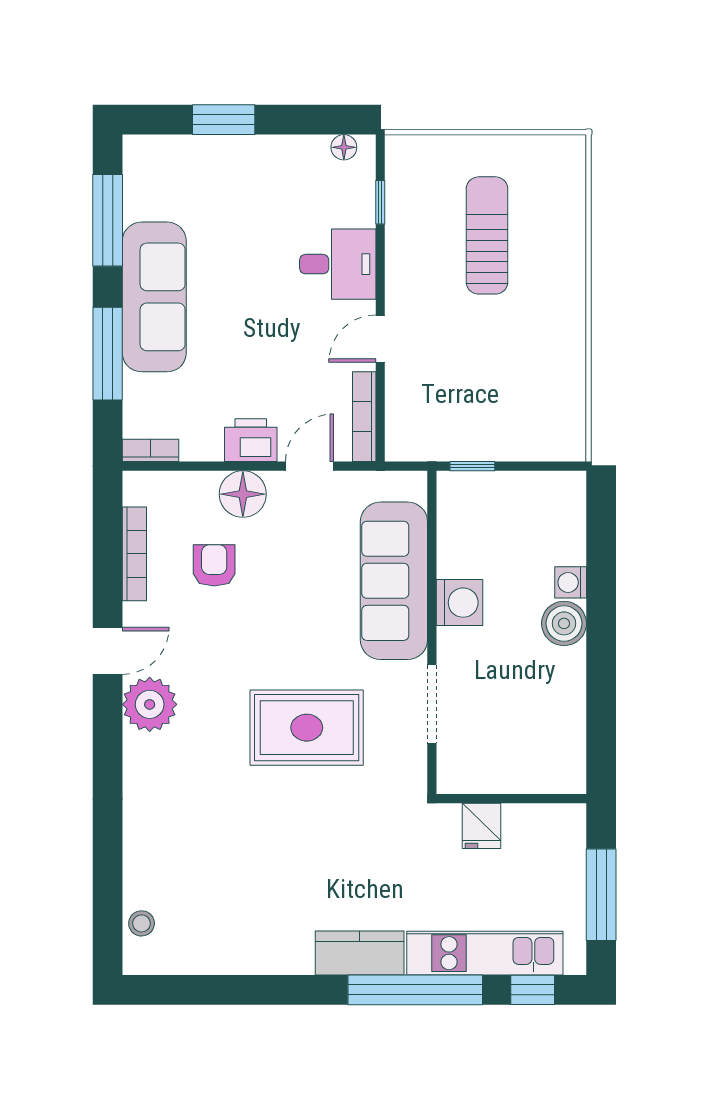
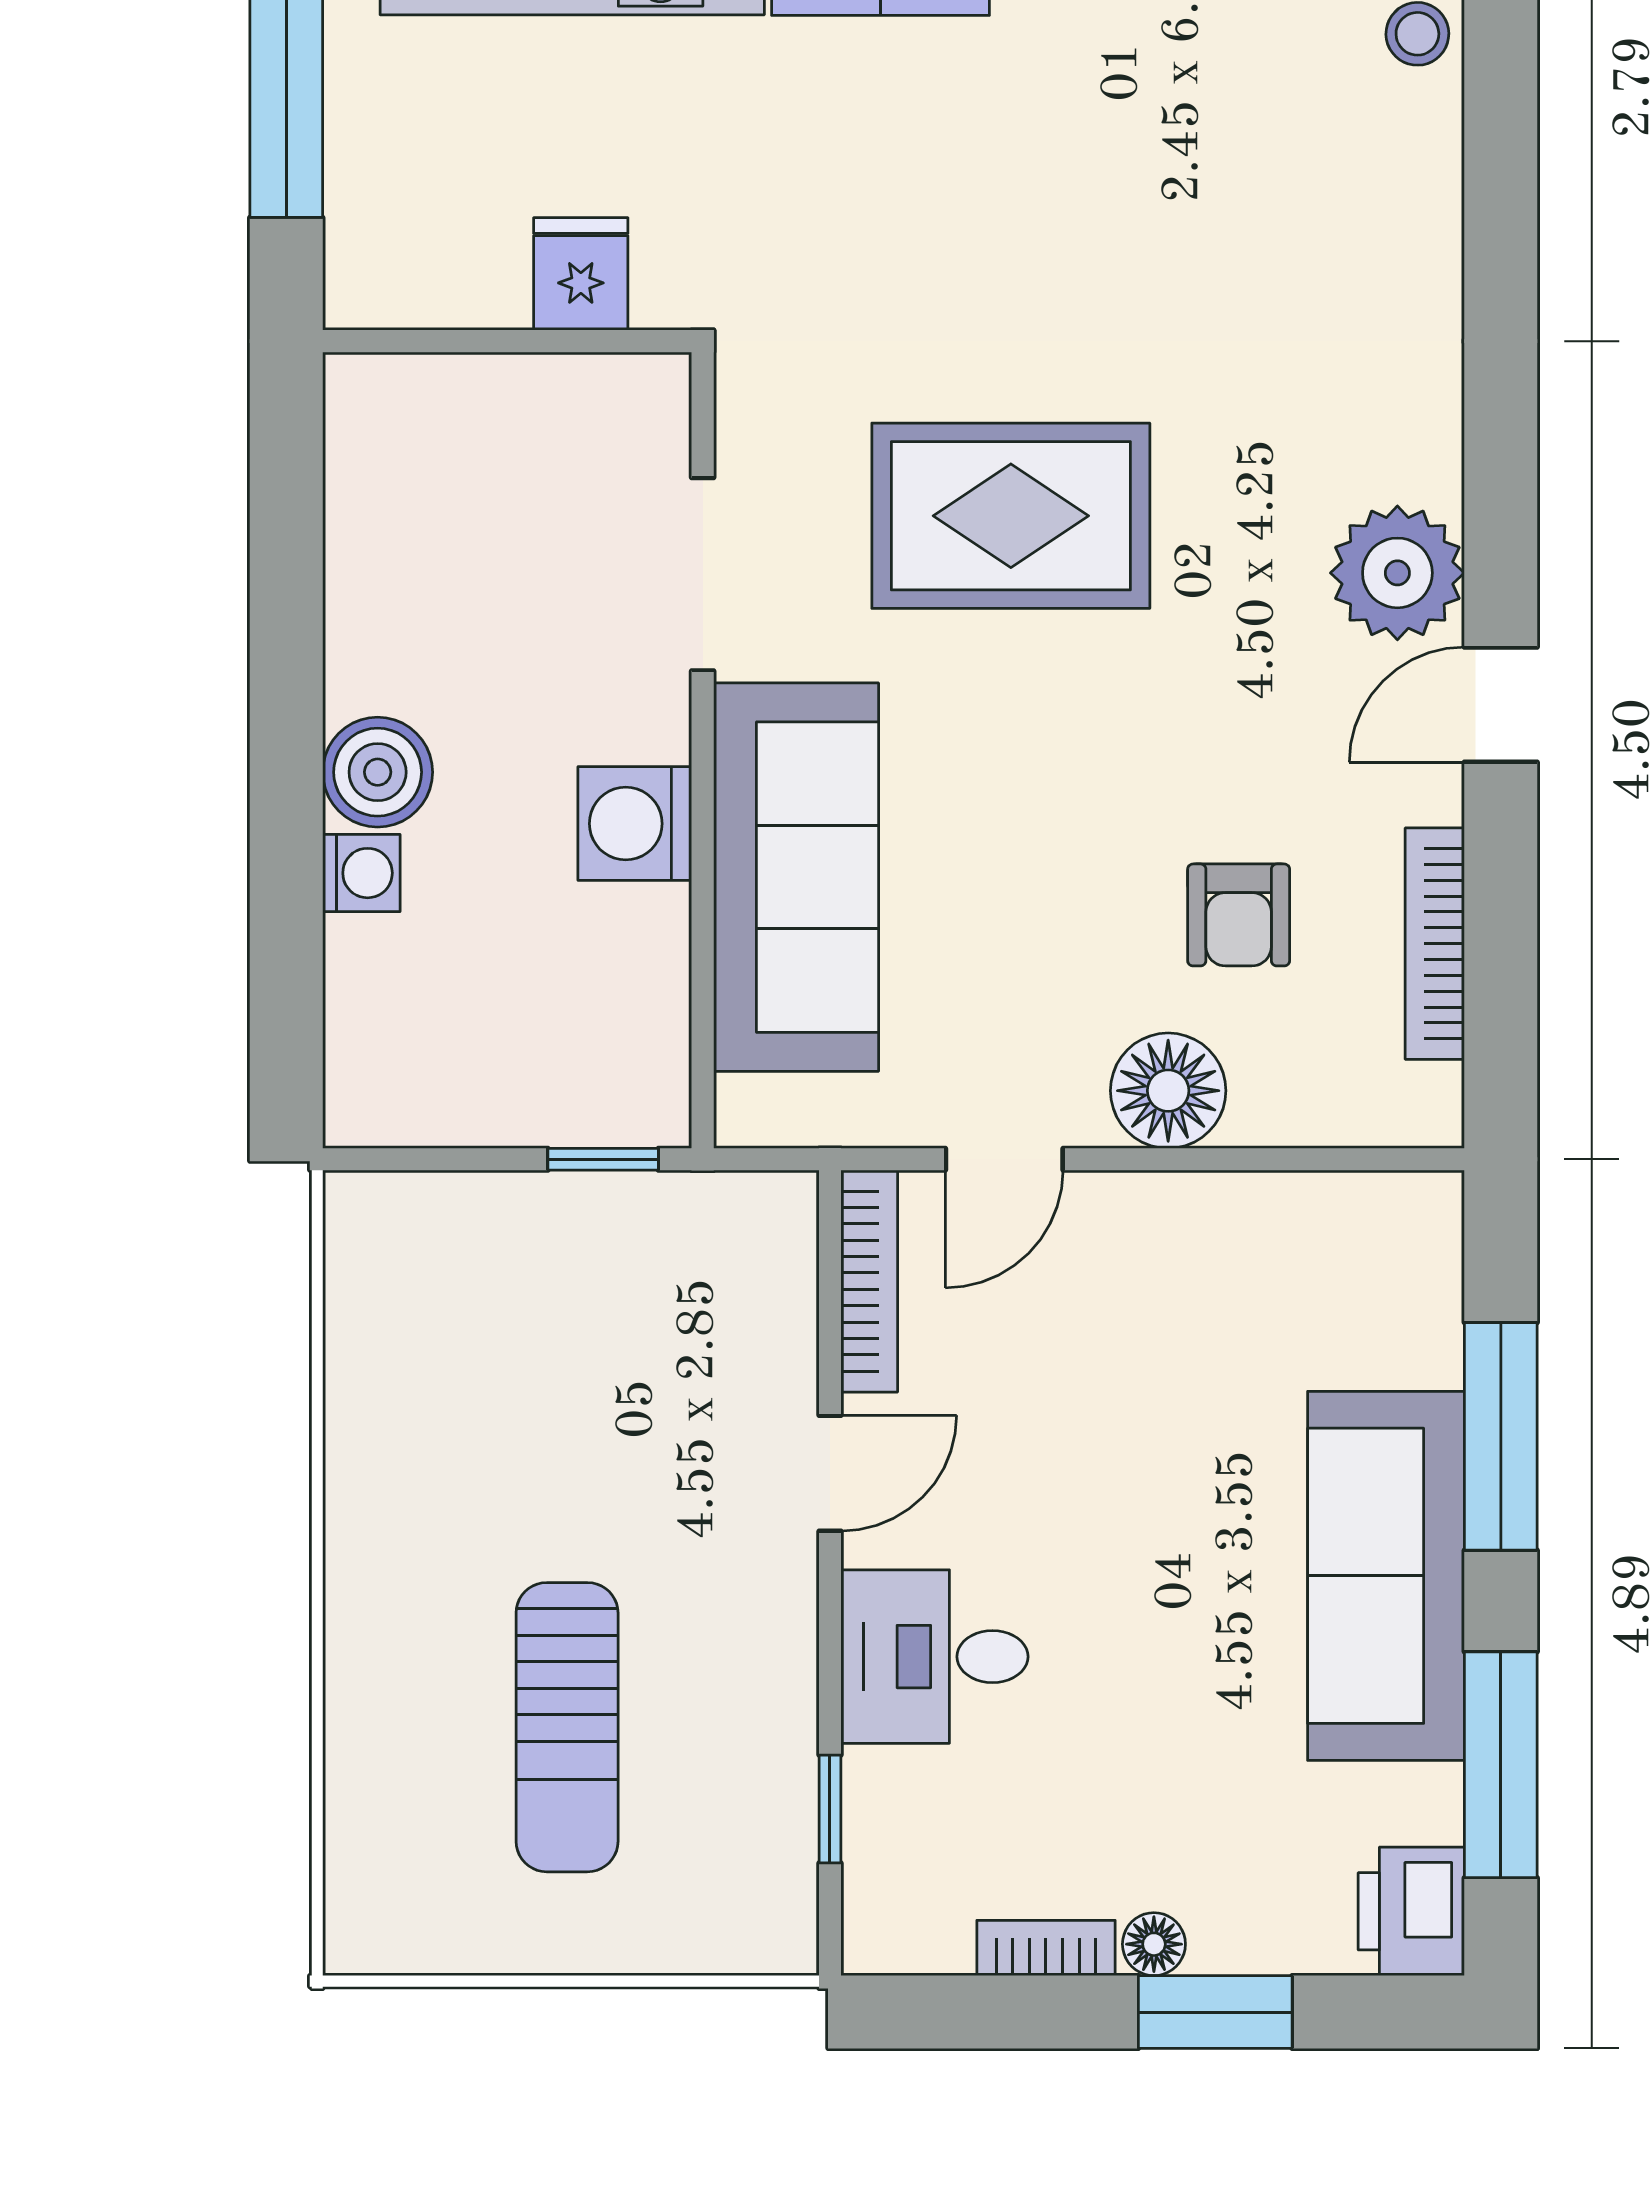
floor lamp: (344, 147) -> (1154, 1944), moved
printer: (251, 440) -> (1411, 1911), moved, turned 90
bookcase: (151, 450) -> (1046, 1948), moved, turned 180

